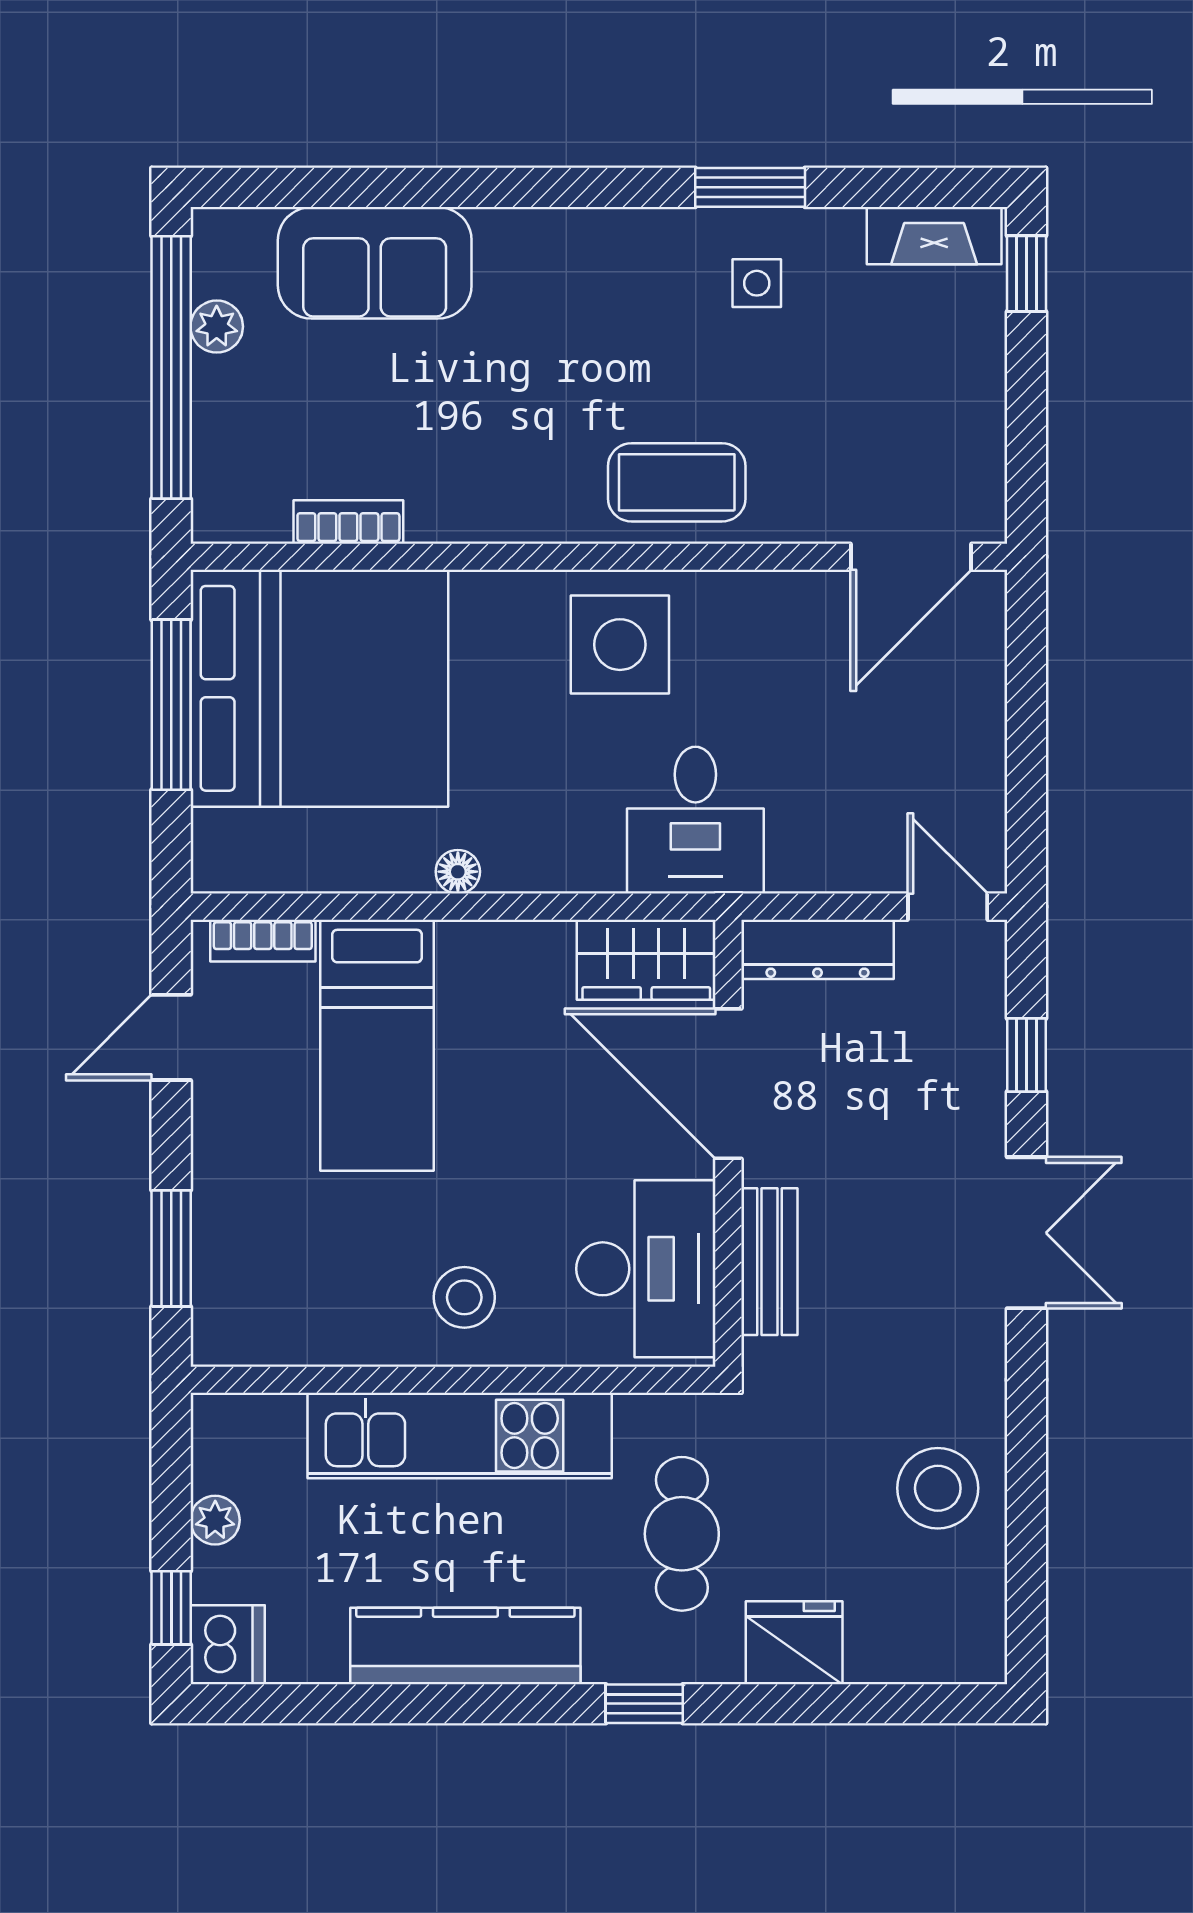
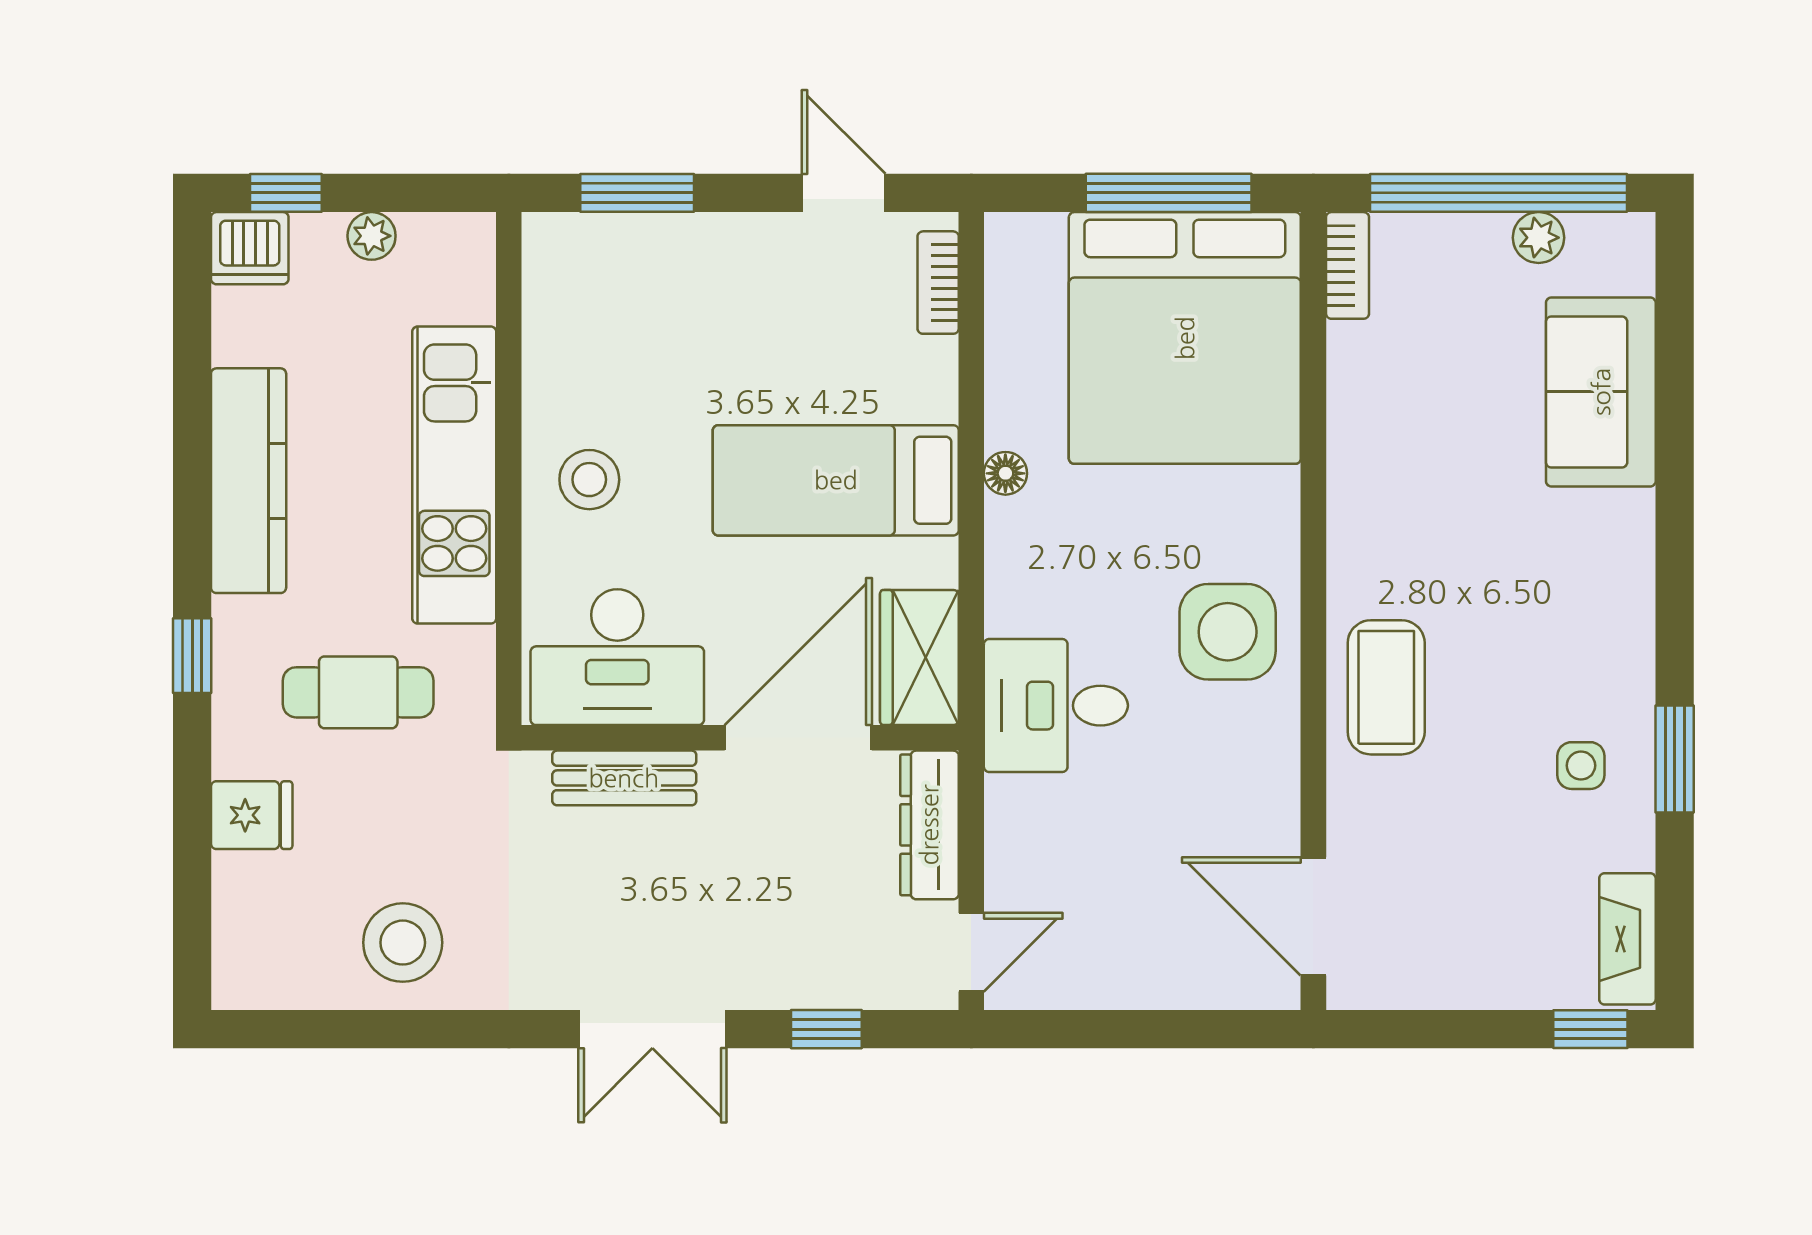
bookcase: (348, 522) -> (1347, 265), moved
bed: (377, 1045) -> (836, 480), moved
fridge: (794, 1643) -> (252, 815), width x0.72

